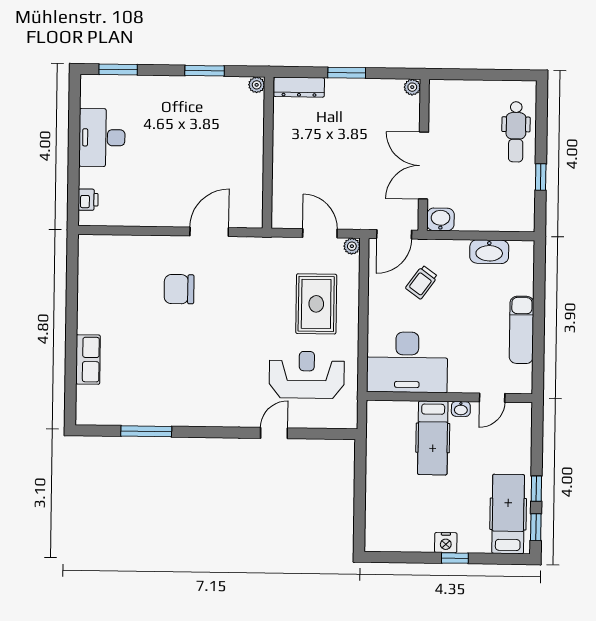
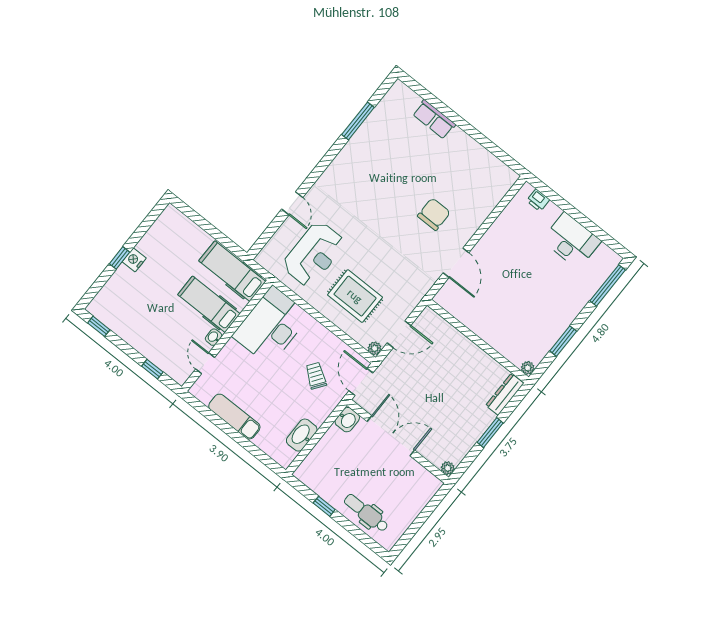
window: (118, 70) -> (608, 285), width x1.44
window: (536, 489) -> (152, 369), moved
hospital bed: (508, 514) -> (232, 271), moved, turned 180

